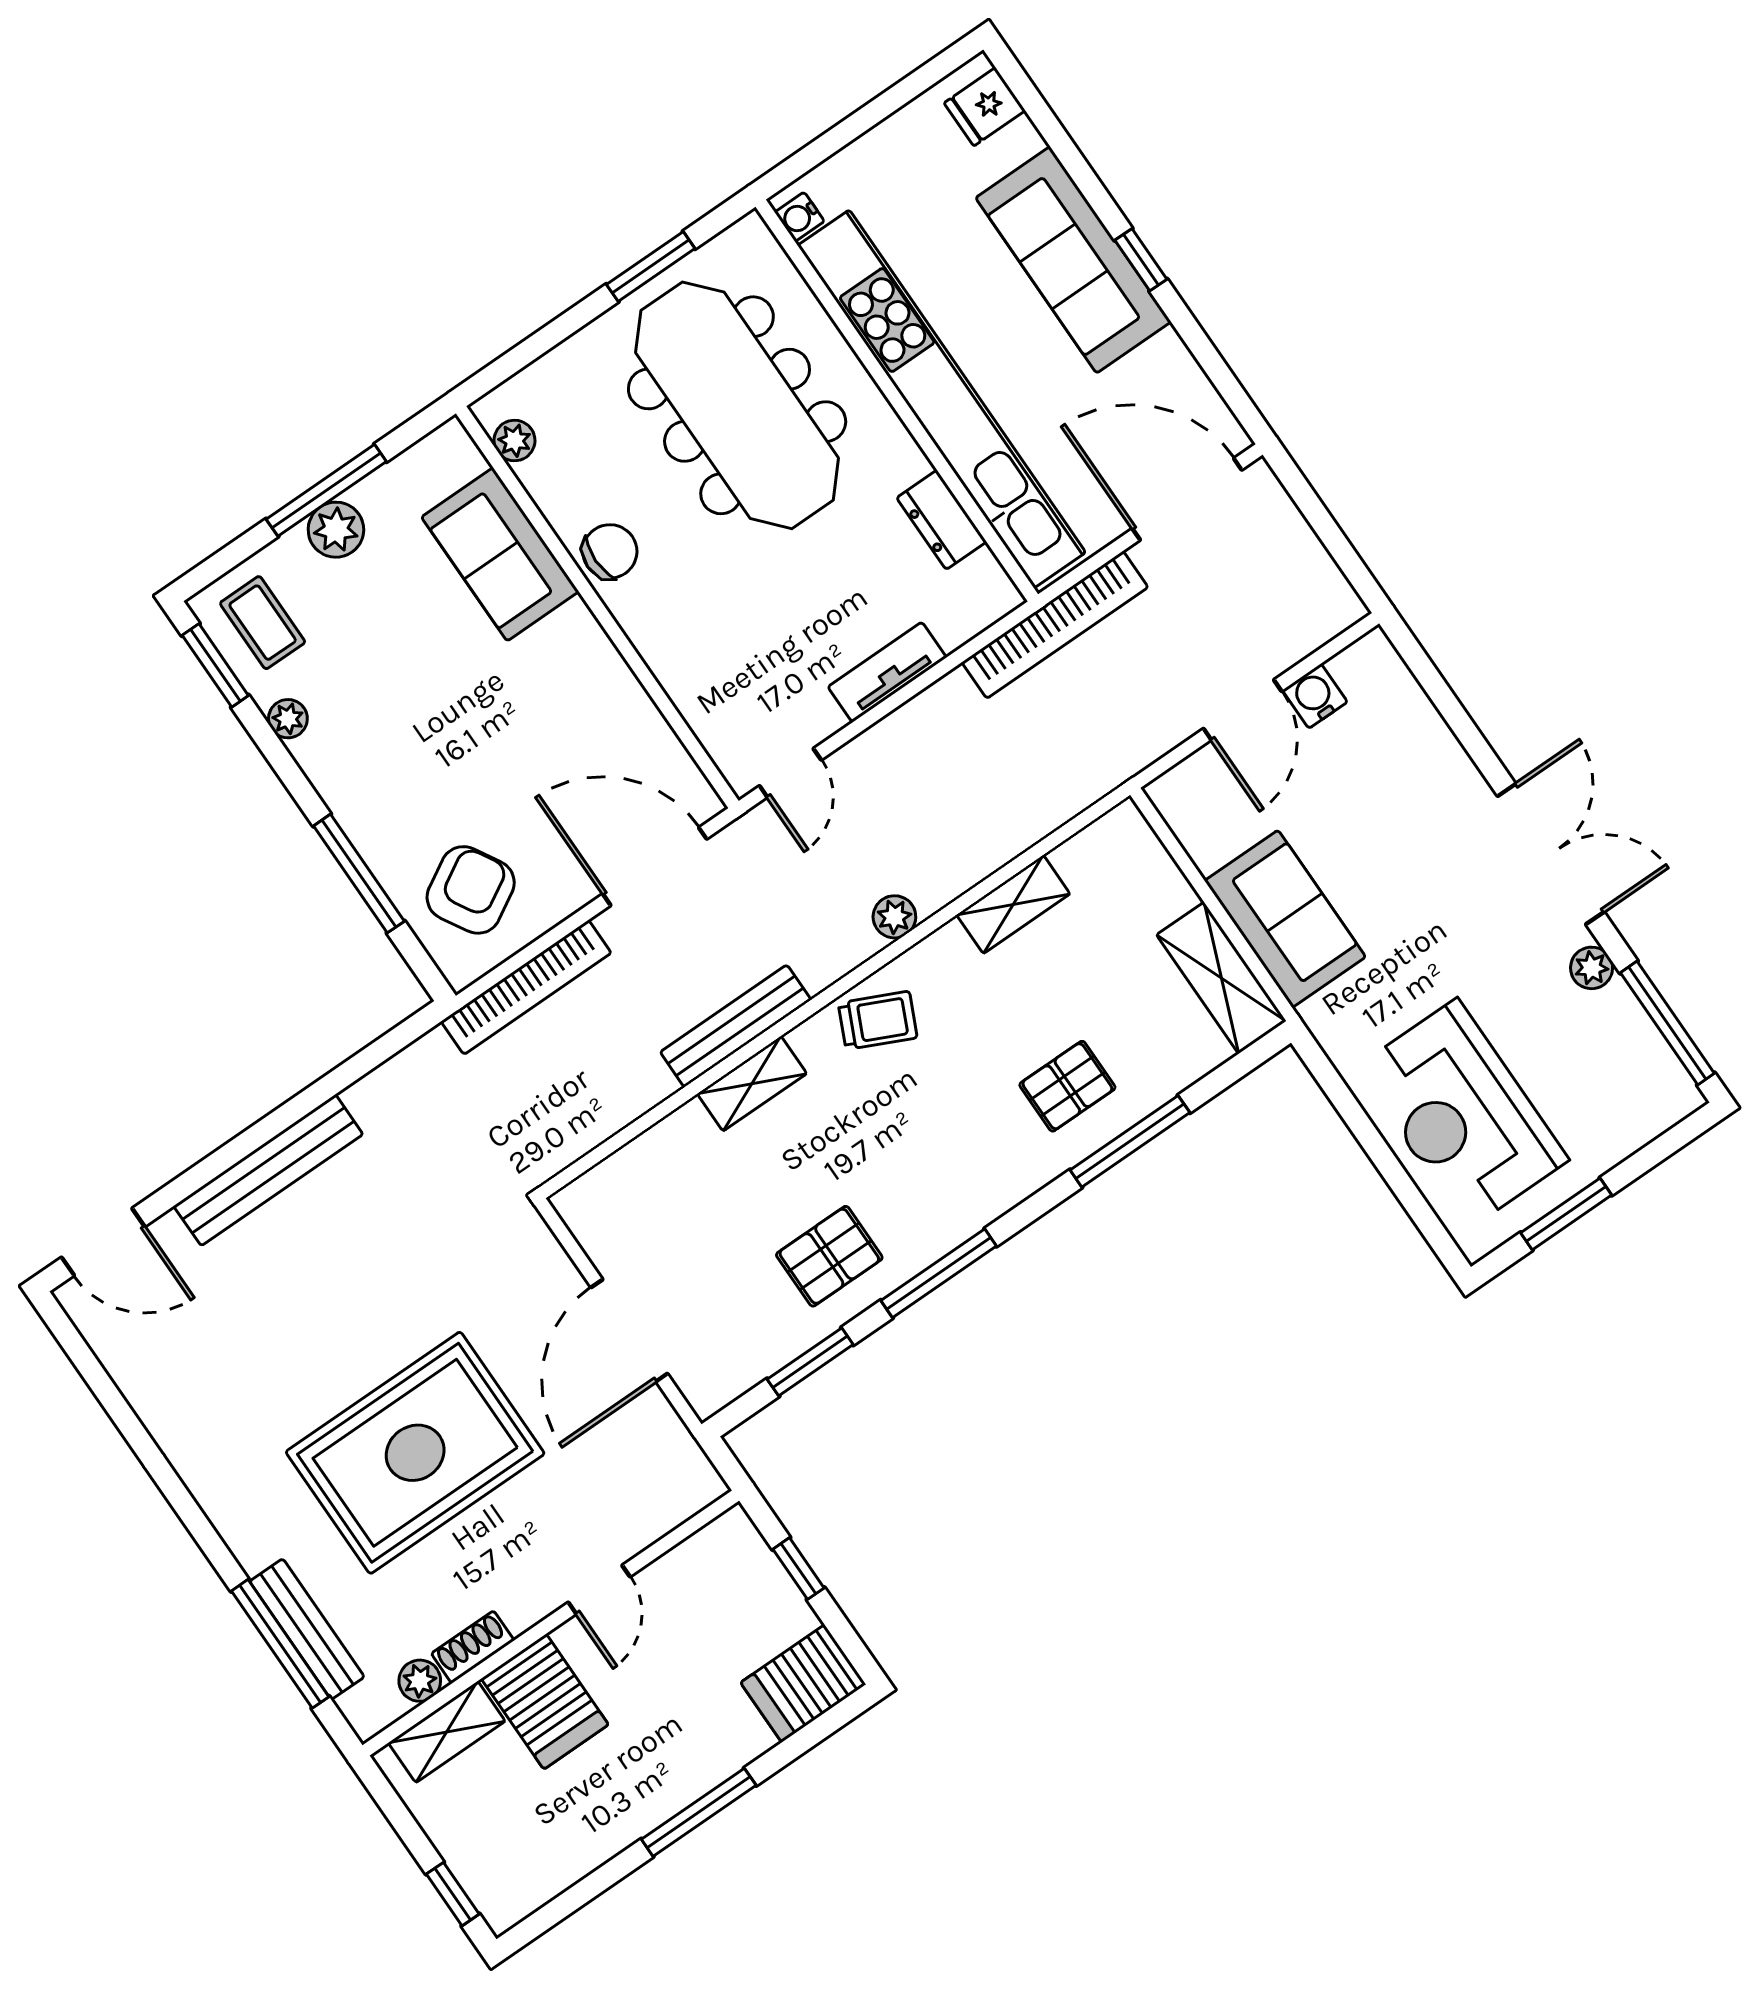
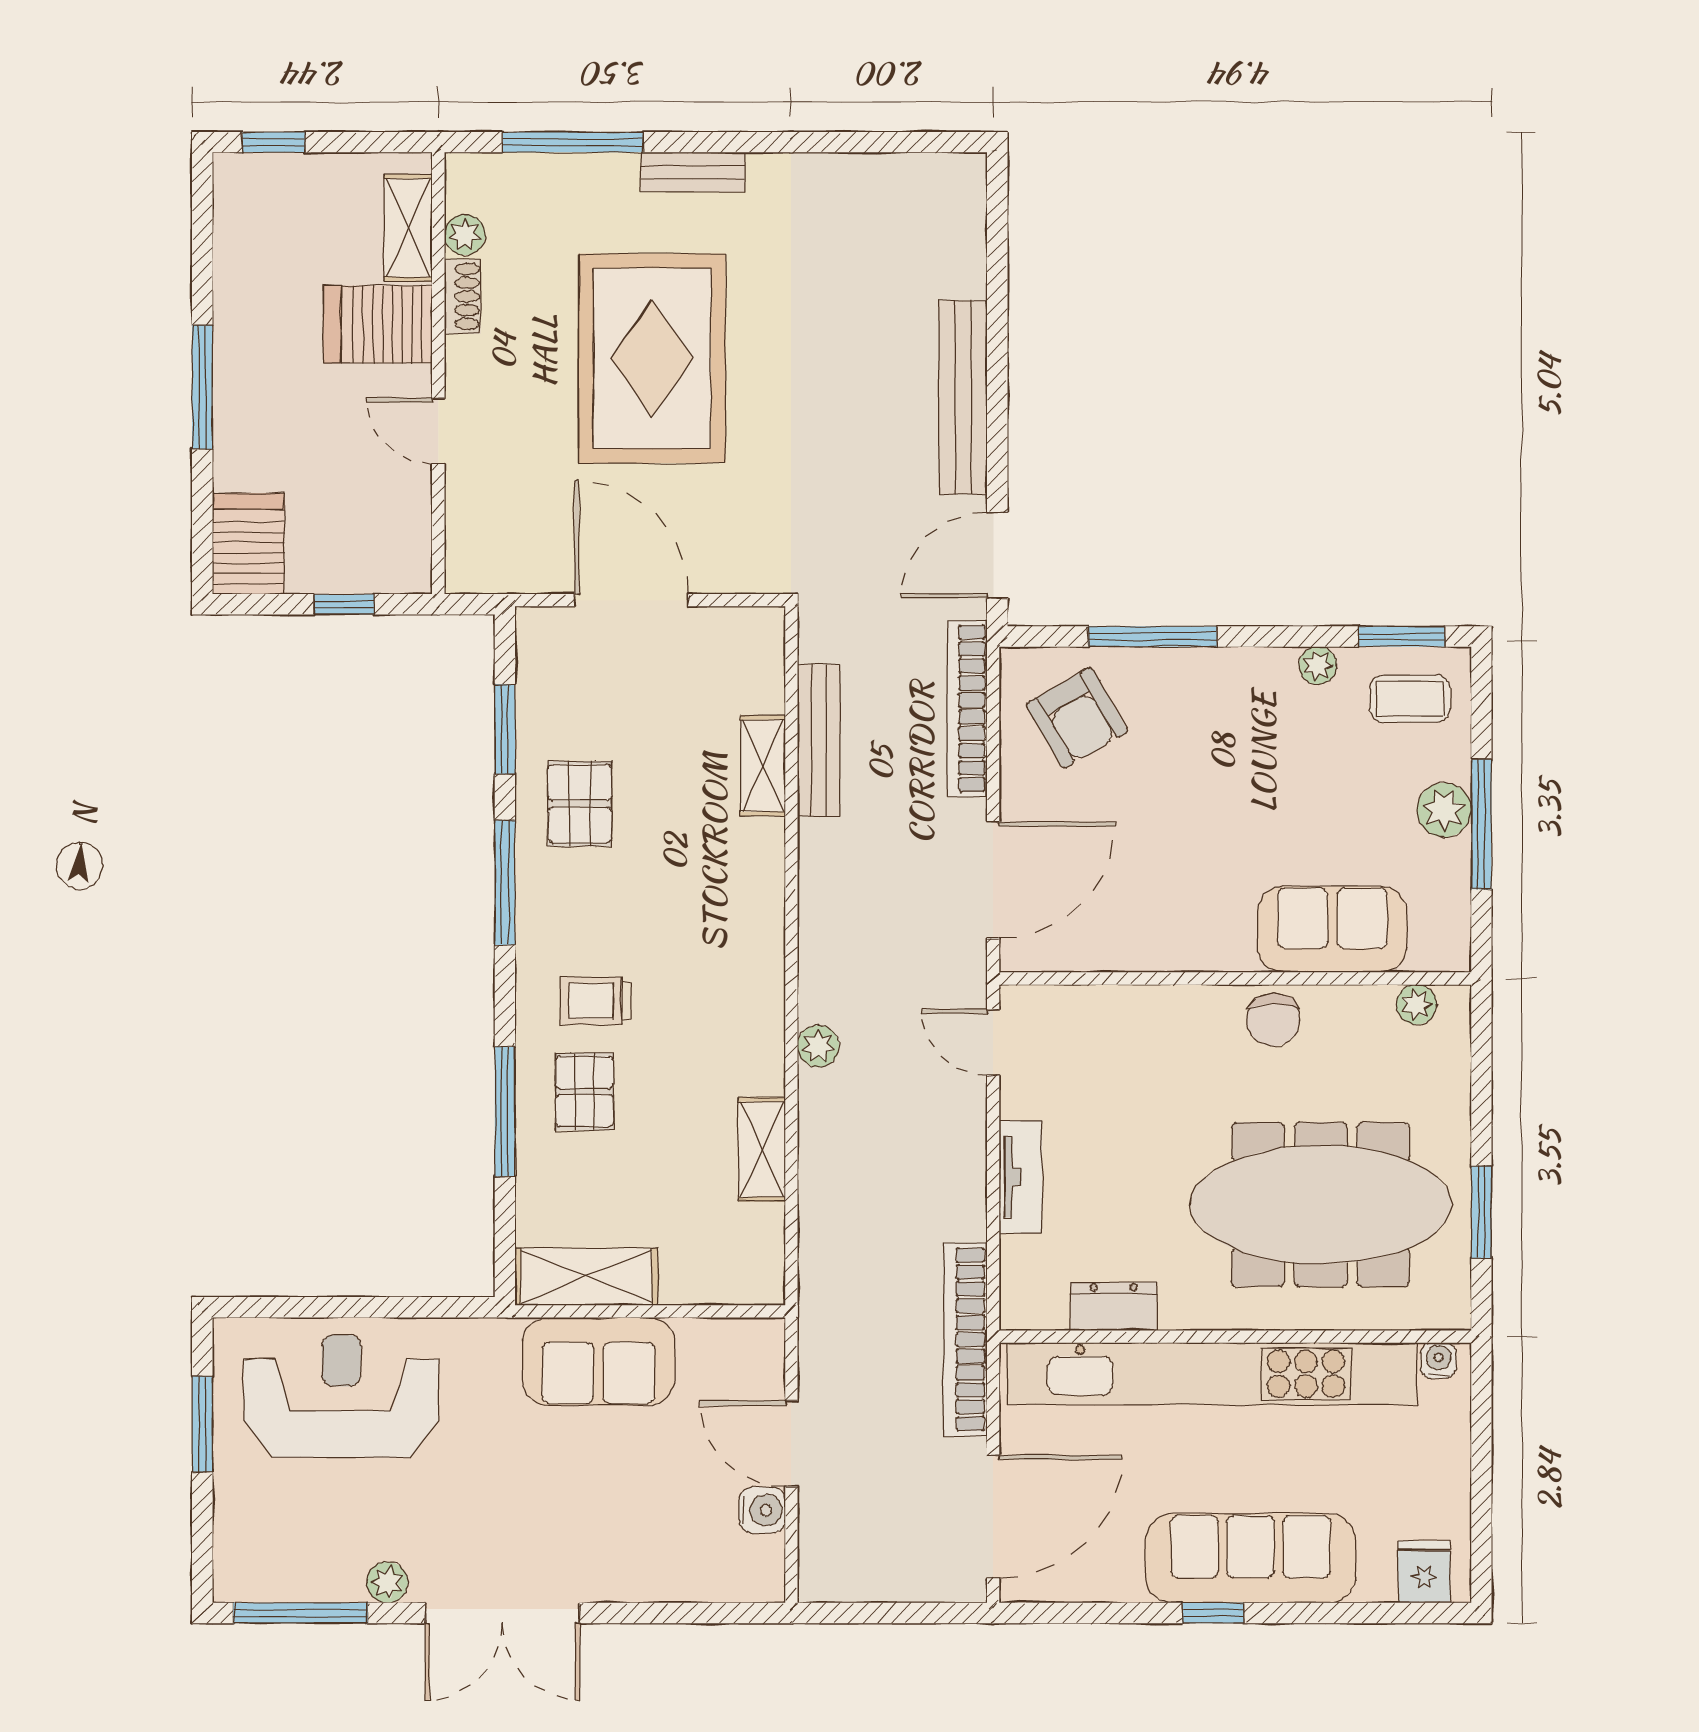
trolley: (878, 1020) -> (596, 1001), moved, turned 65
bench: (736, 1026) -> (819, 740), moved
shelving: (752, 1084) -> (763, 766), moved
door: (103, 1242) -> (997, 555), moved
bench: (307, 1629) -> (693, 172), moved, width x0.73

